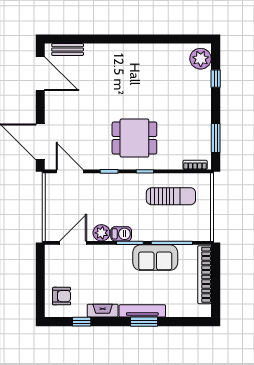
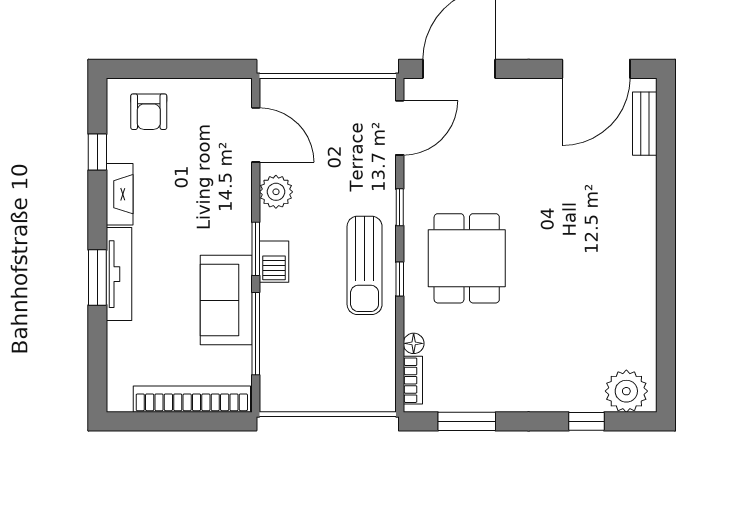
floor lamp: (177, 164) -> (414, 343), added
sun lounger: (171, 196) -> (365, 265), moved
barbecue: (121, 234) -> (274, 262), moved

